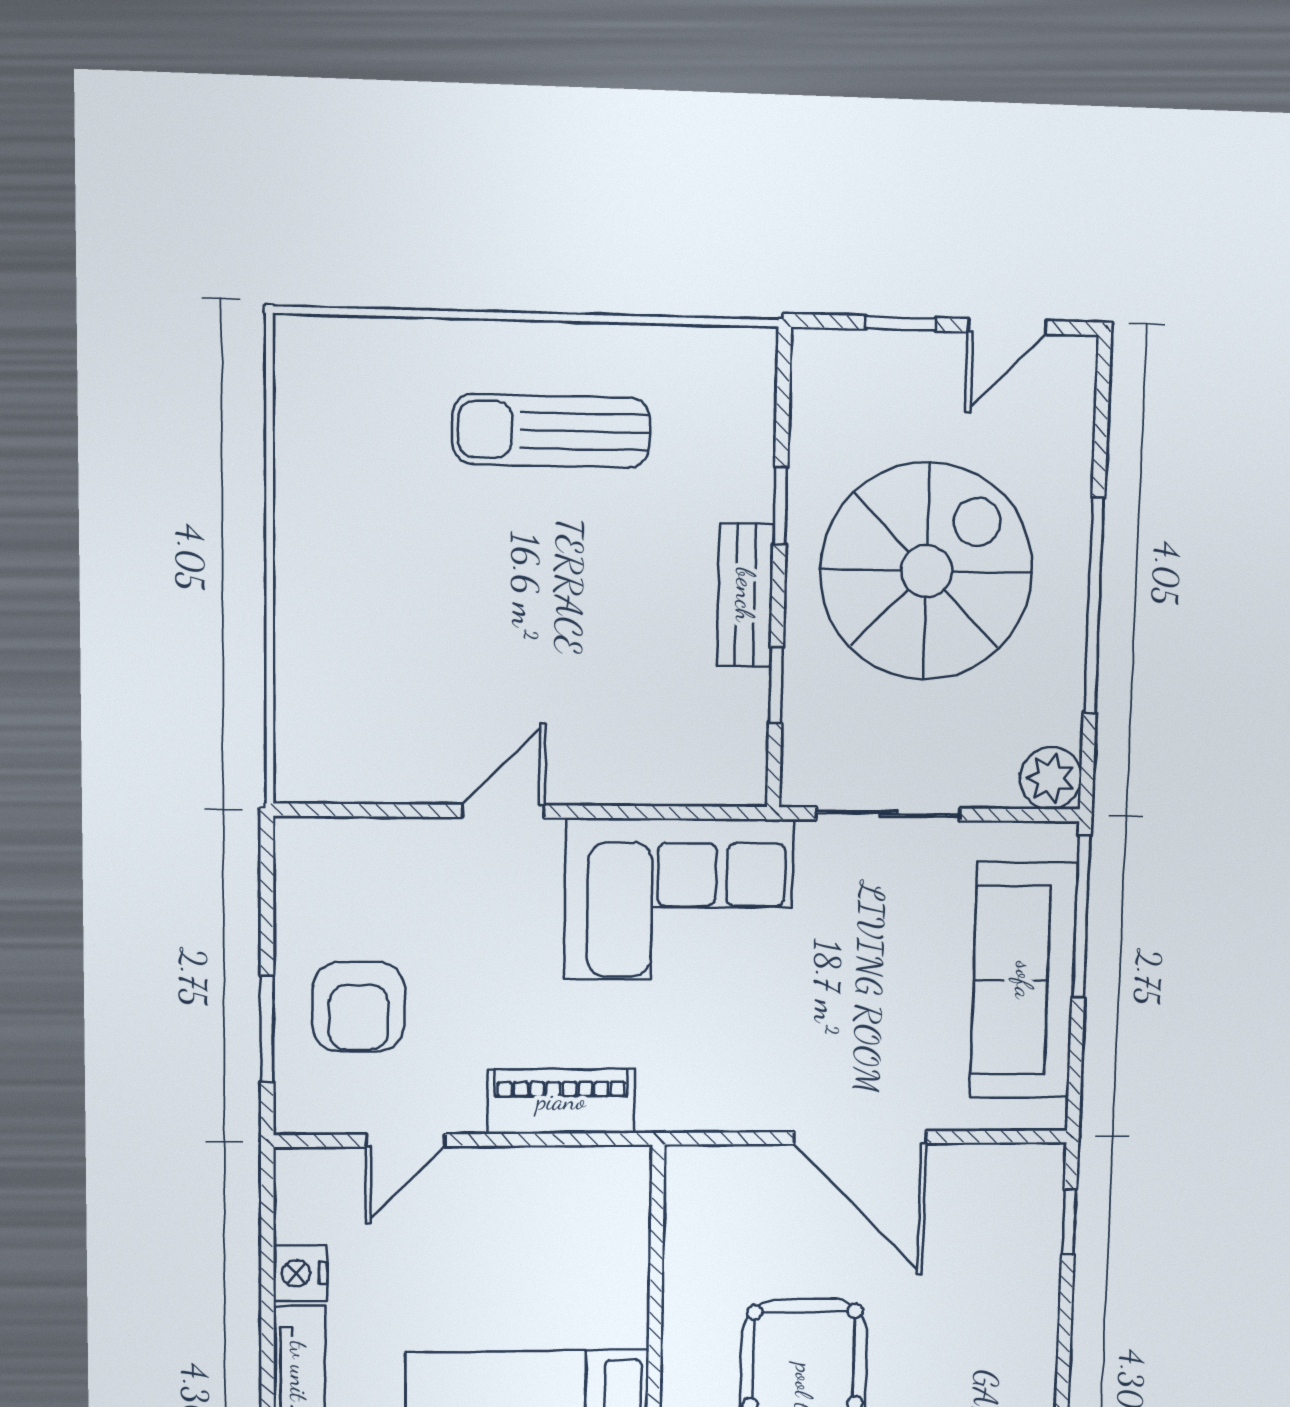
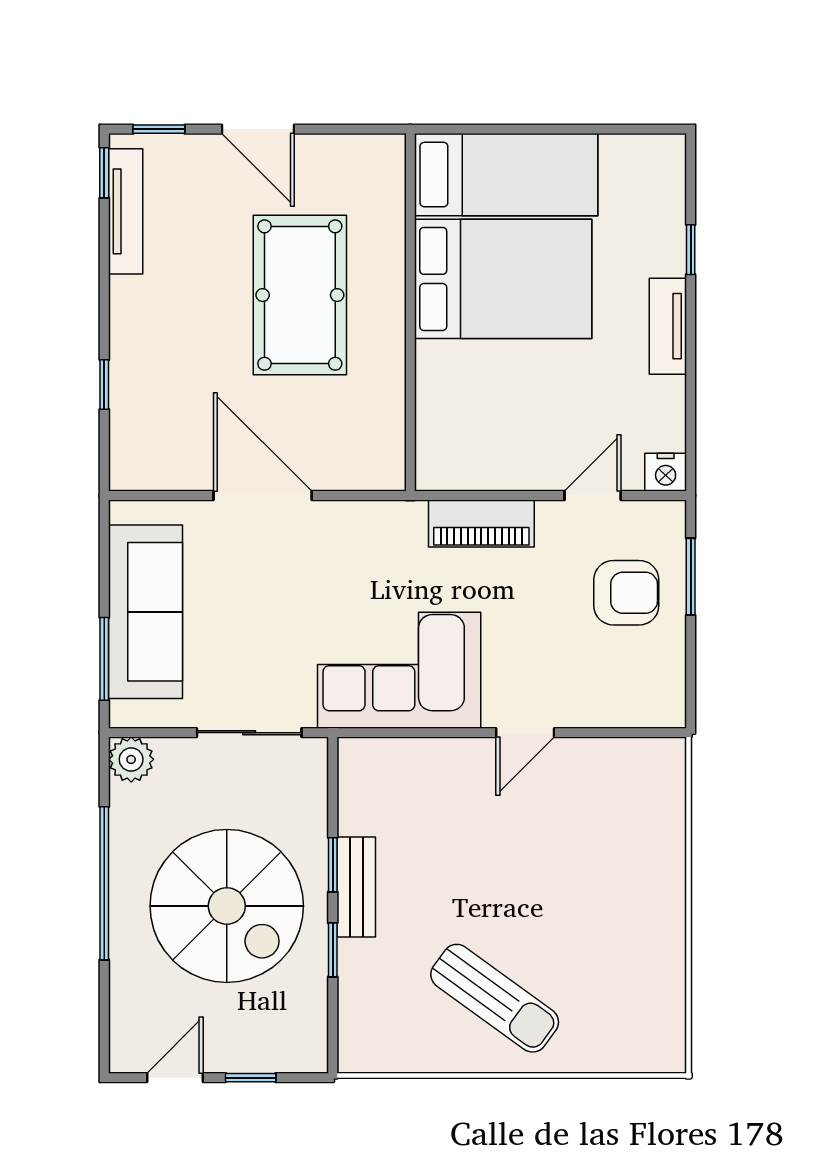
sun lounger: (551, 431) -> (495, 998), turned 36
spiral stairs: (927, 571) -> (227, 906), turned -90
window: (776, 685) -> (333, 865), moved
window: (1081, 916) -> (104, 659), width x0.69
armchair: (359, 1007) -> (626, 593), turned 90
window: (1069, 1222) -> (104, 385), moved
nightstand: (300, 1273) -> (666, 472), moved, turned 90

